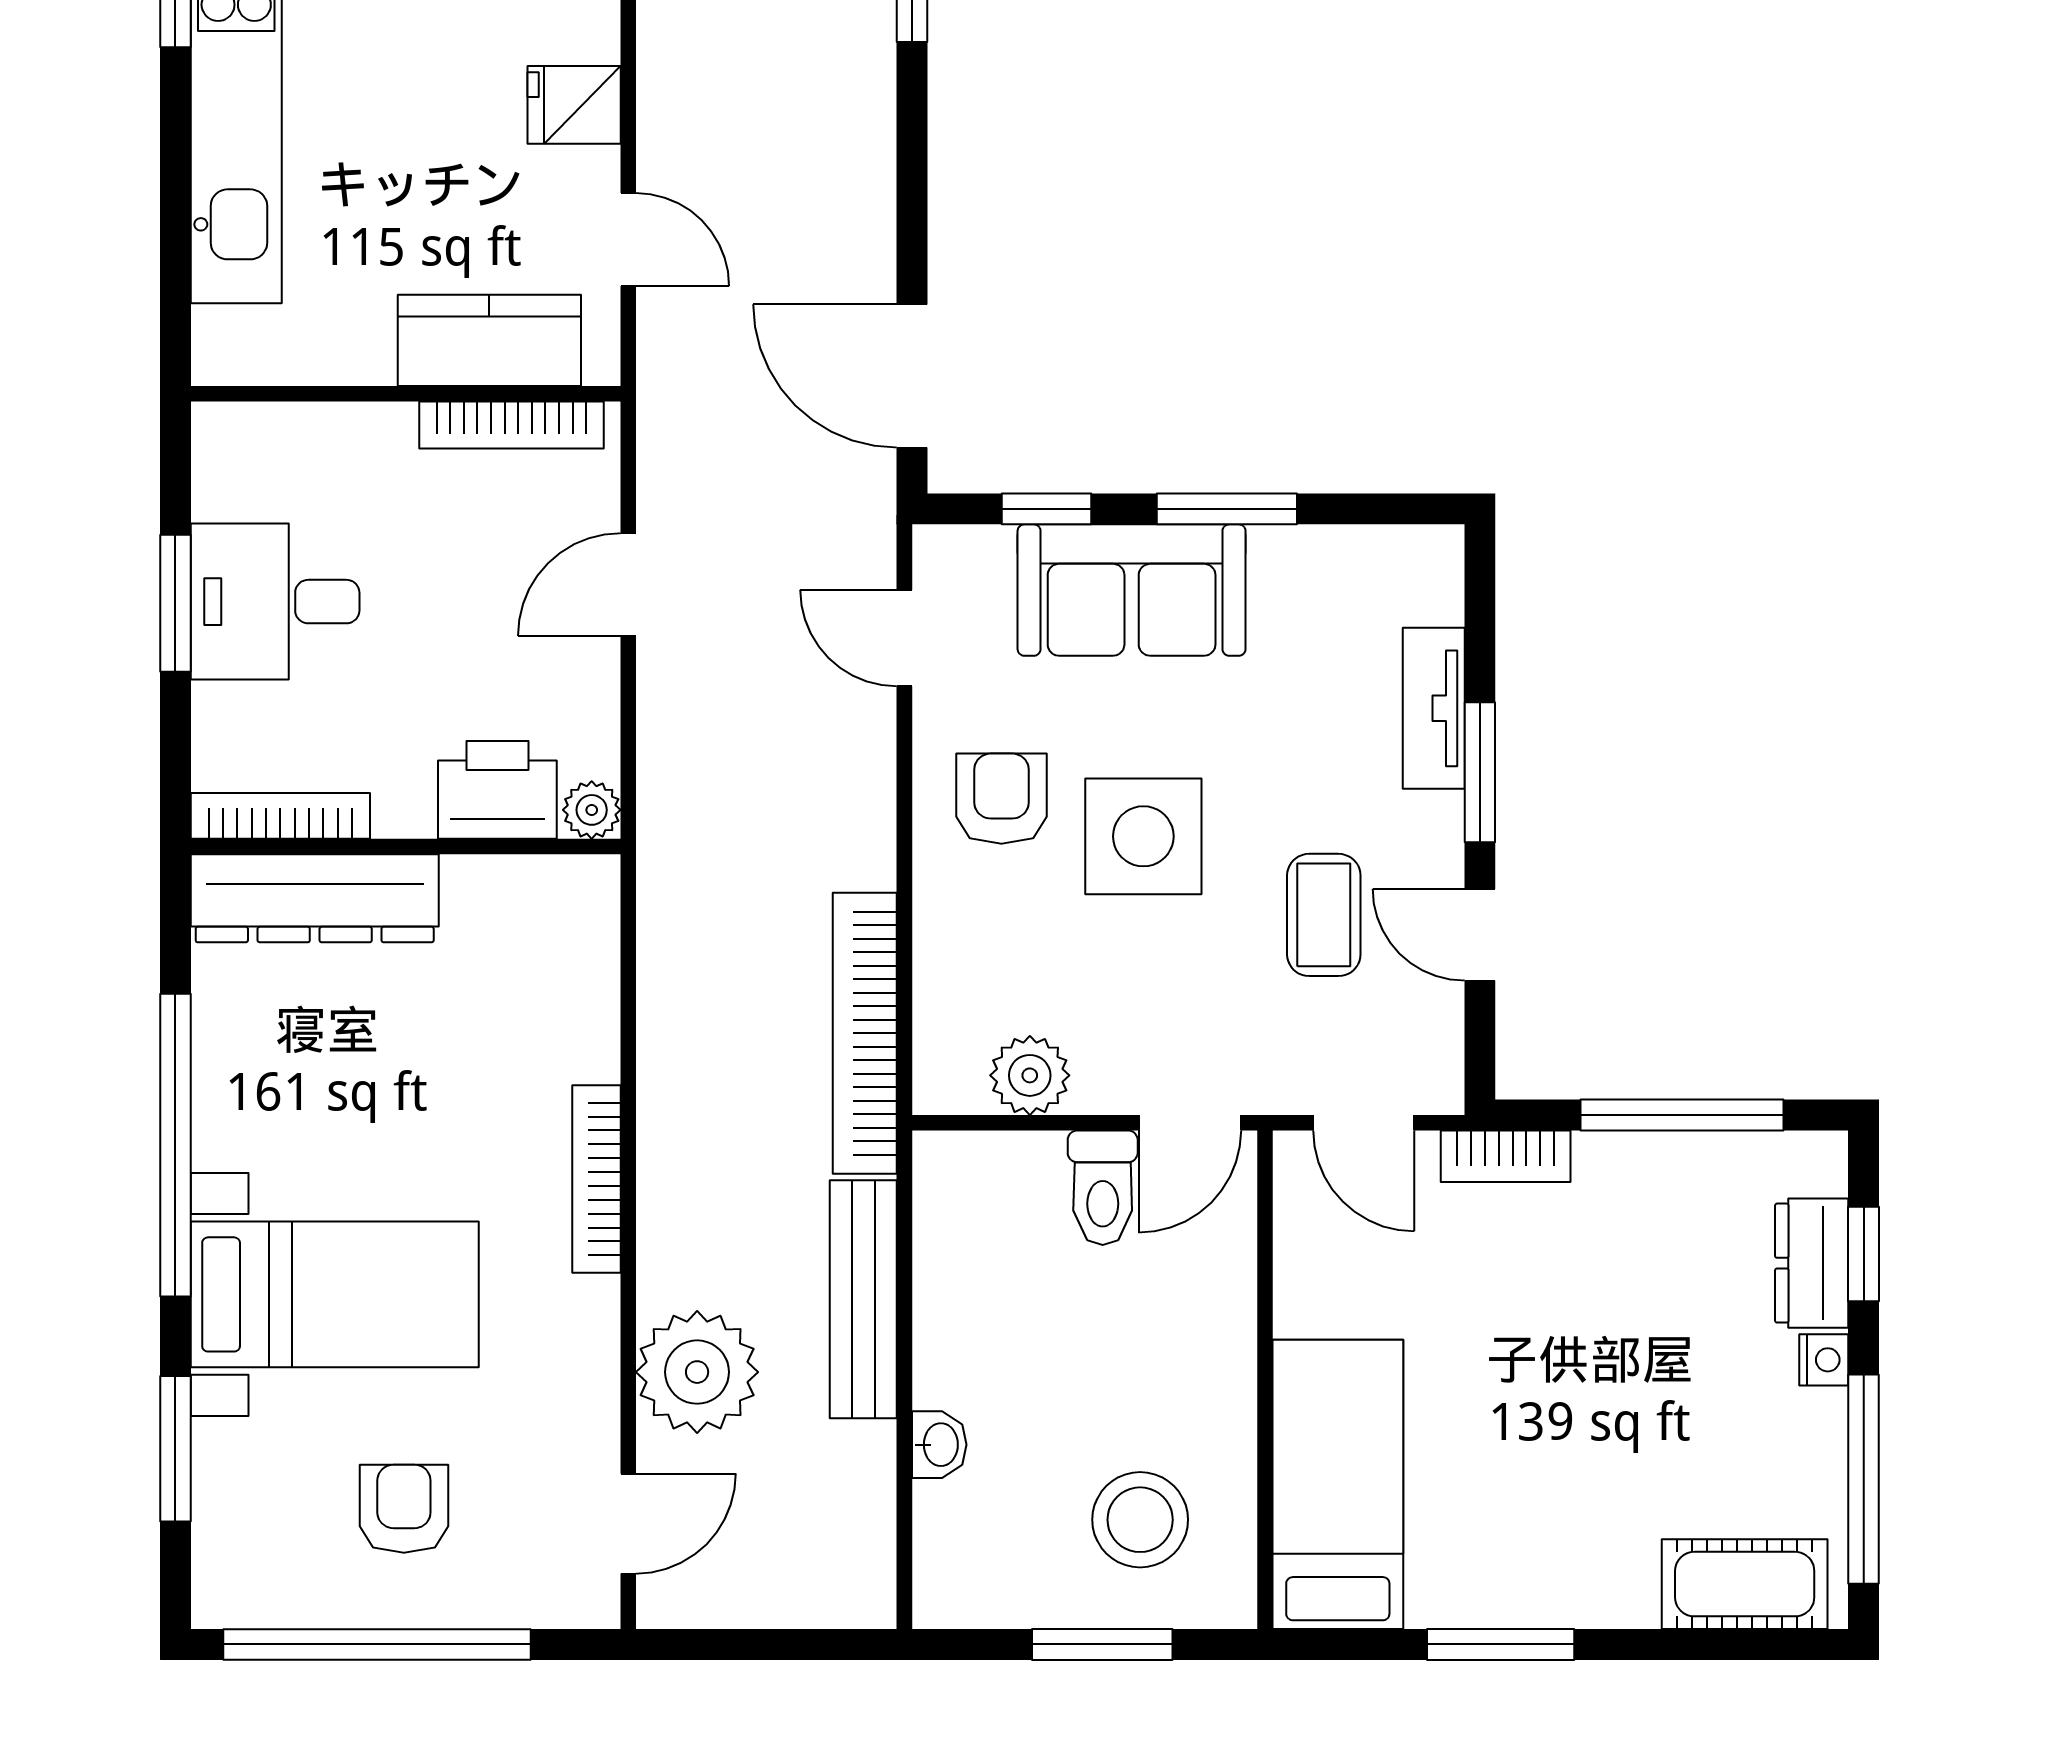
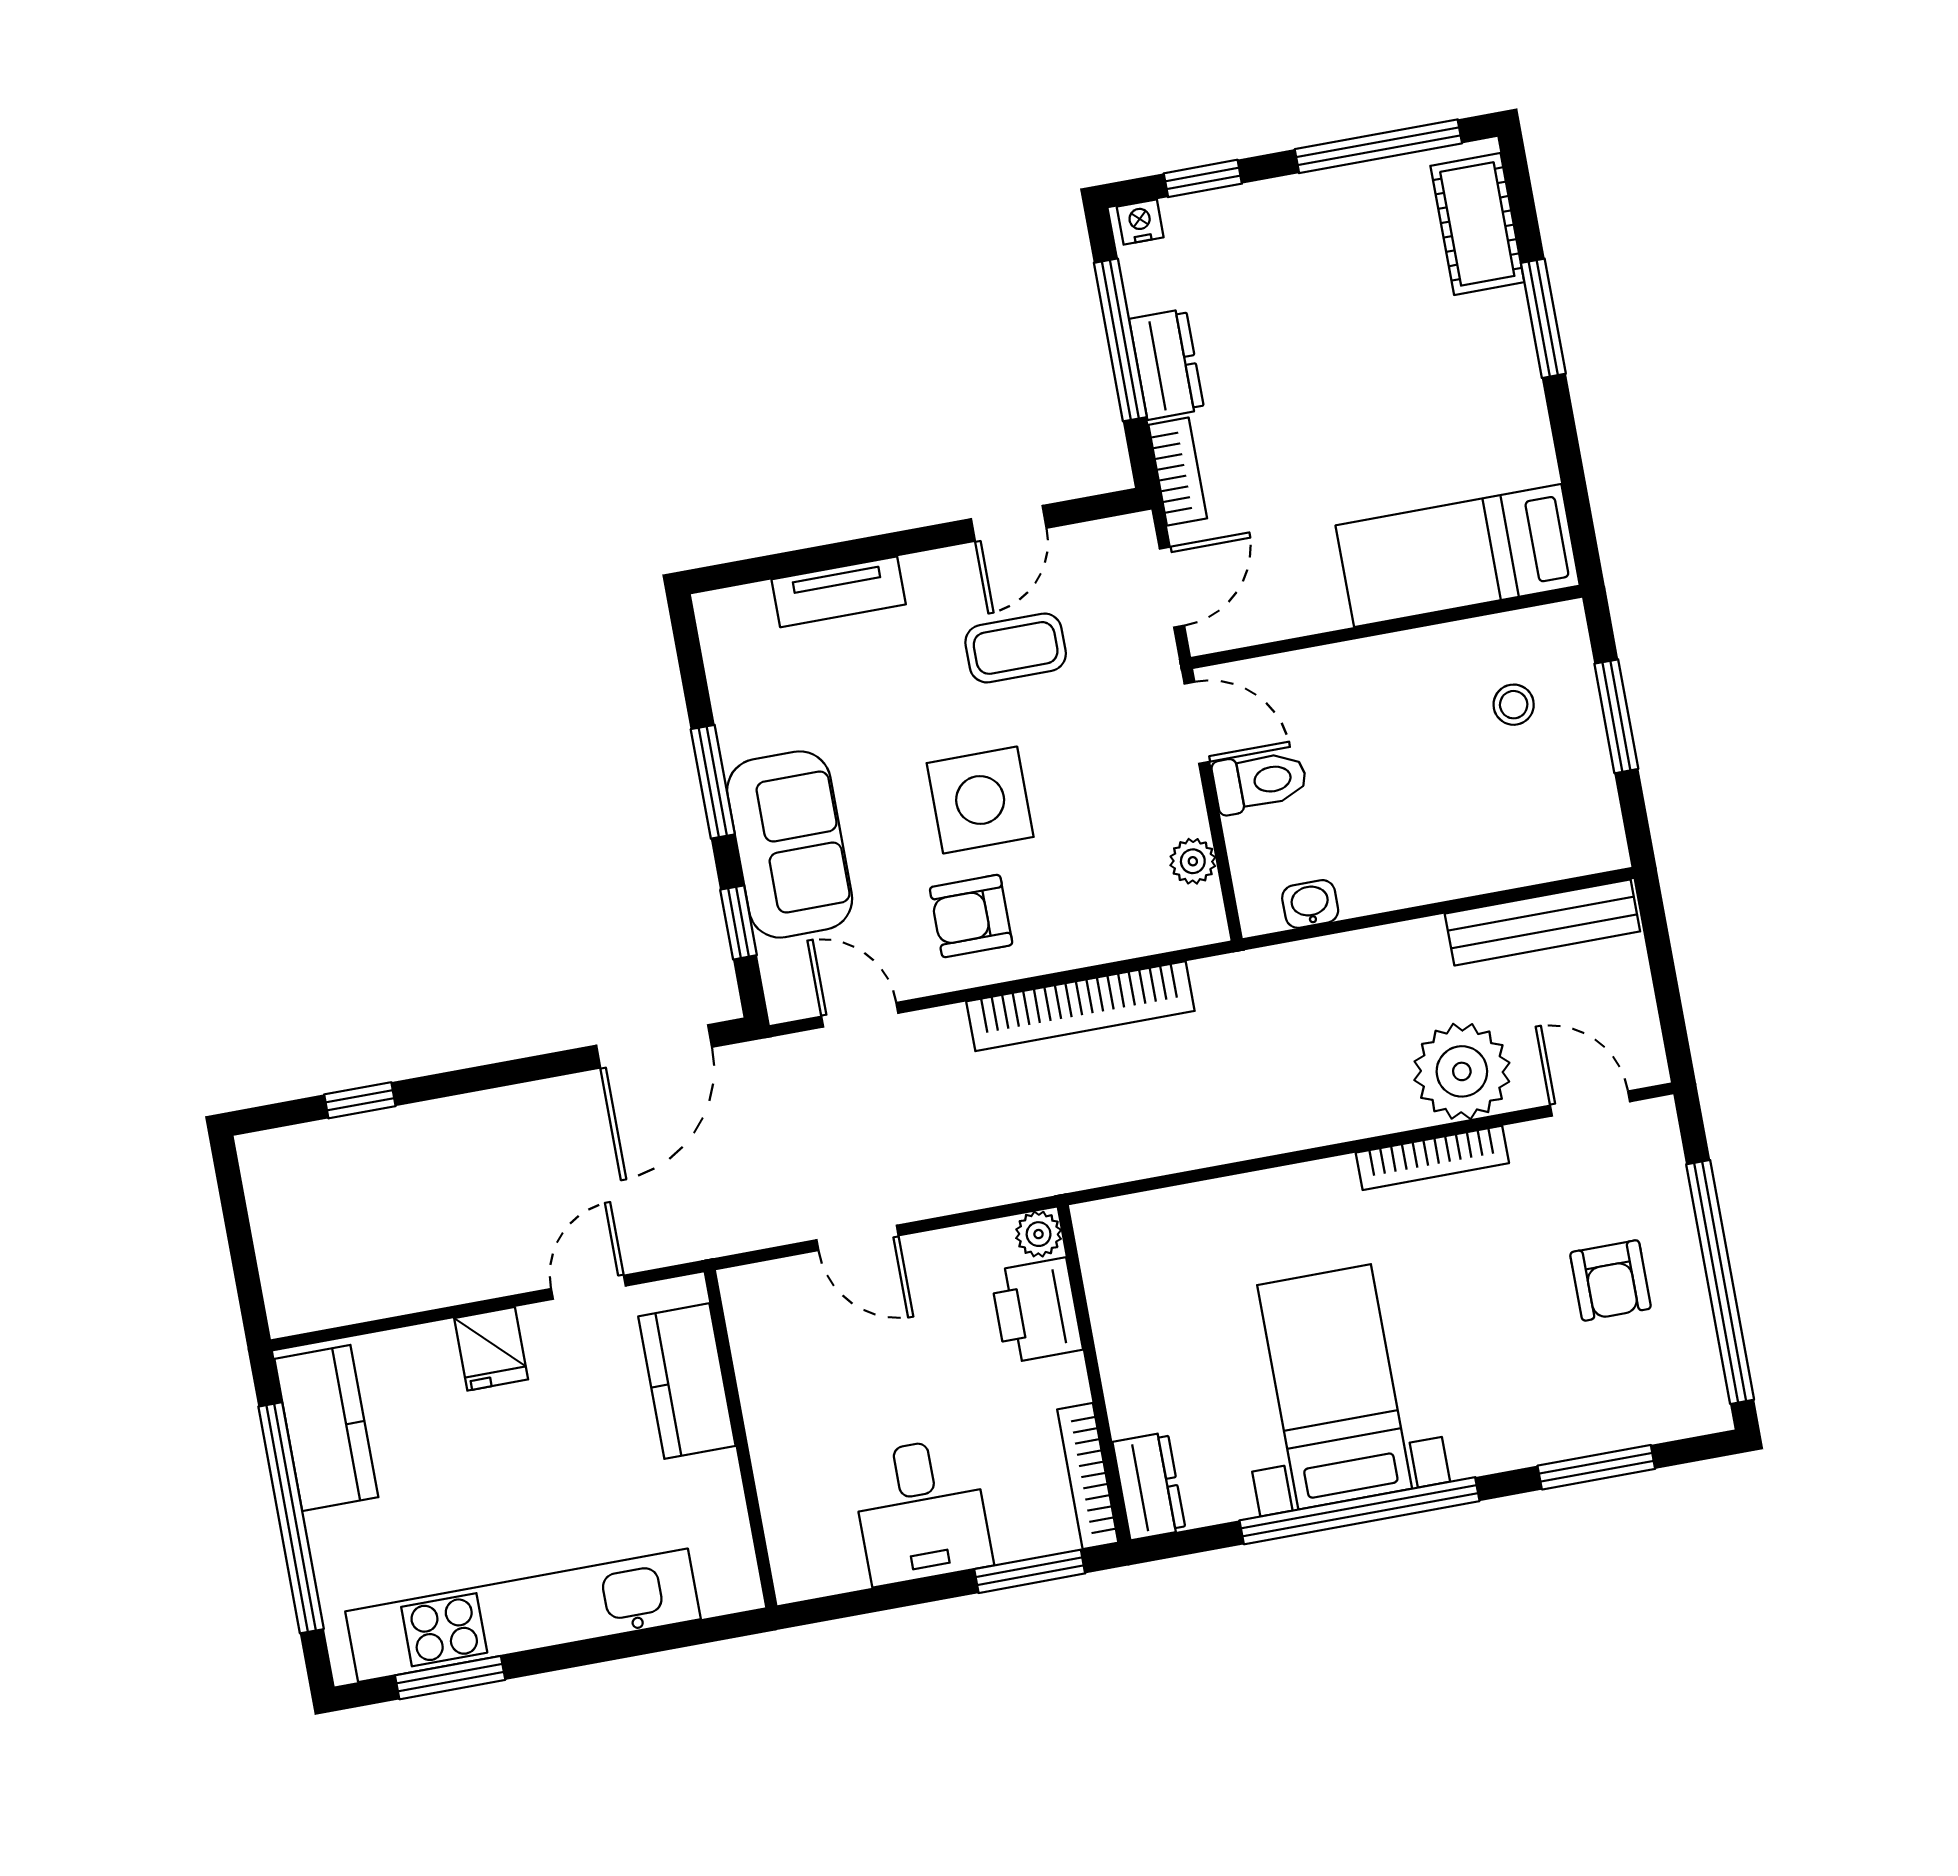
bookcase: (511, 425) -> (750, 1352), removed
window: (175, 603) -> (1030, 1571), moved
door: (904, 638) -> (860, 1015), swing flipped
window: (1480, 772) -> (882, 547), removed
dresser: (315, 898) -> (1149, 1486), width x0.51, depth x0.80
bookcase: (865, 1033) -> (1080, 1006), moved
plant: (1030, 1075) -> (1193, 861), width x0.73, depth x0.73
bookcase: (596, 1179) -> (1432, 1158), moved
dresser: (1812, 1263) -> (1167, 364), moved, turned -90
bed with nightstands: (335, 1294) -> (1335, 1387), moved
bench: (863, 1299) -> (1542, 923), moved
nightstand: (1824, 1360) -> (1140, 222), moved
washbasin: (939, 1445) -> (1310, 904), moved
armchair: (404, 1509) -> (1611, 1280), turned -90
stool: (1140, 1520) -> (1514, 705), width x0.53, depth x0.53
window: (1501, 1644) -> (1543, 318), moved

